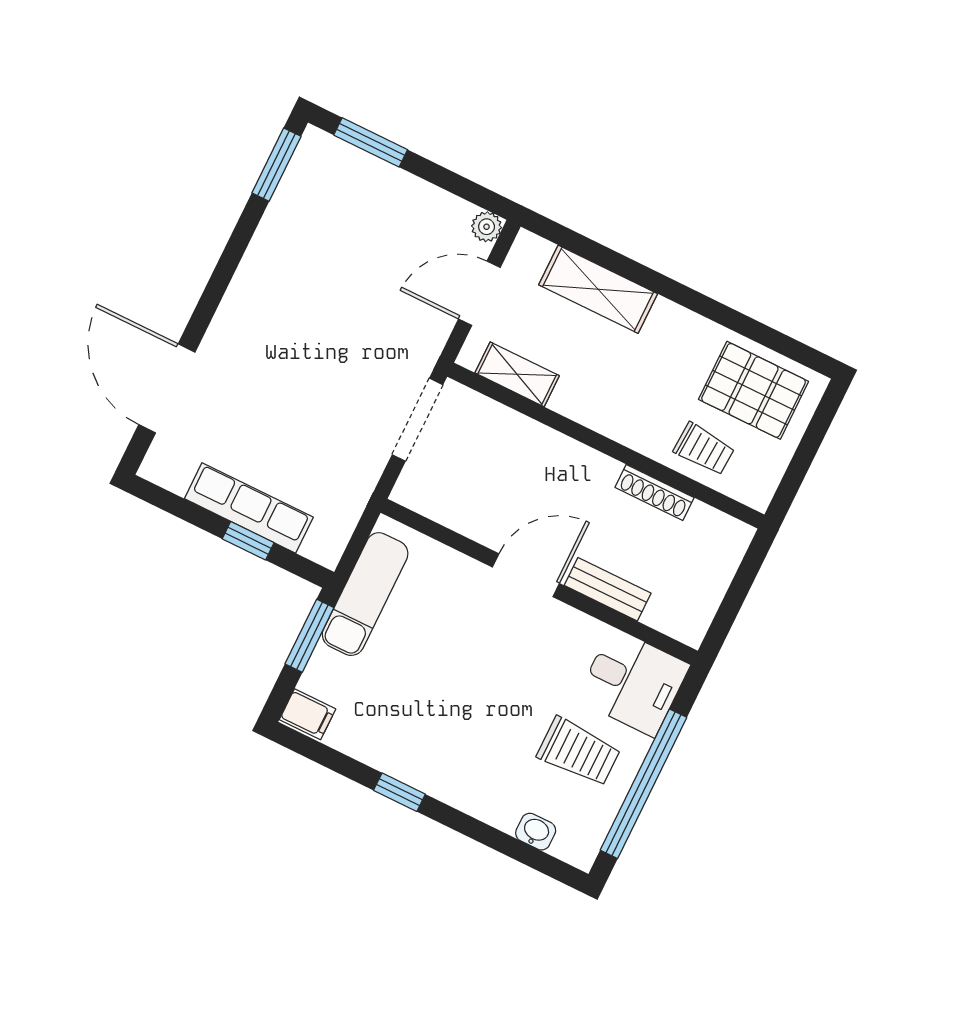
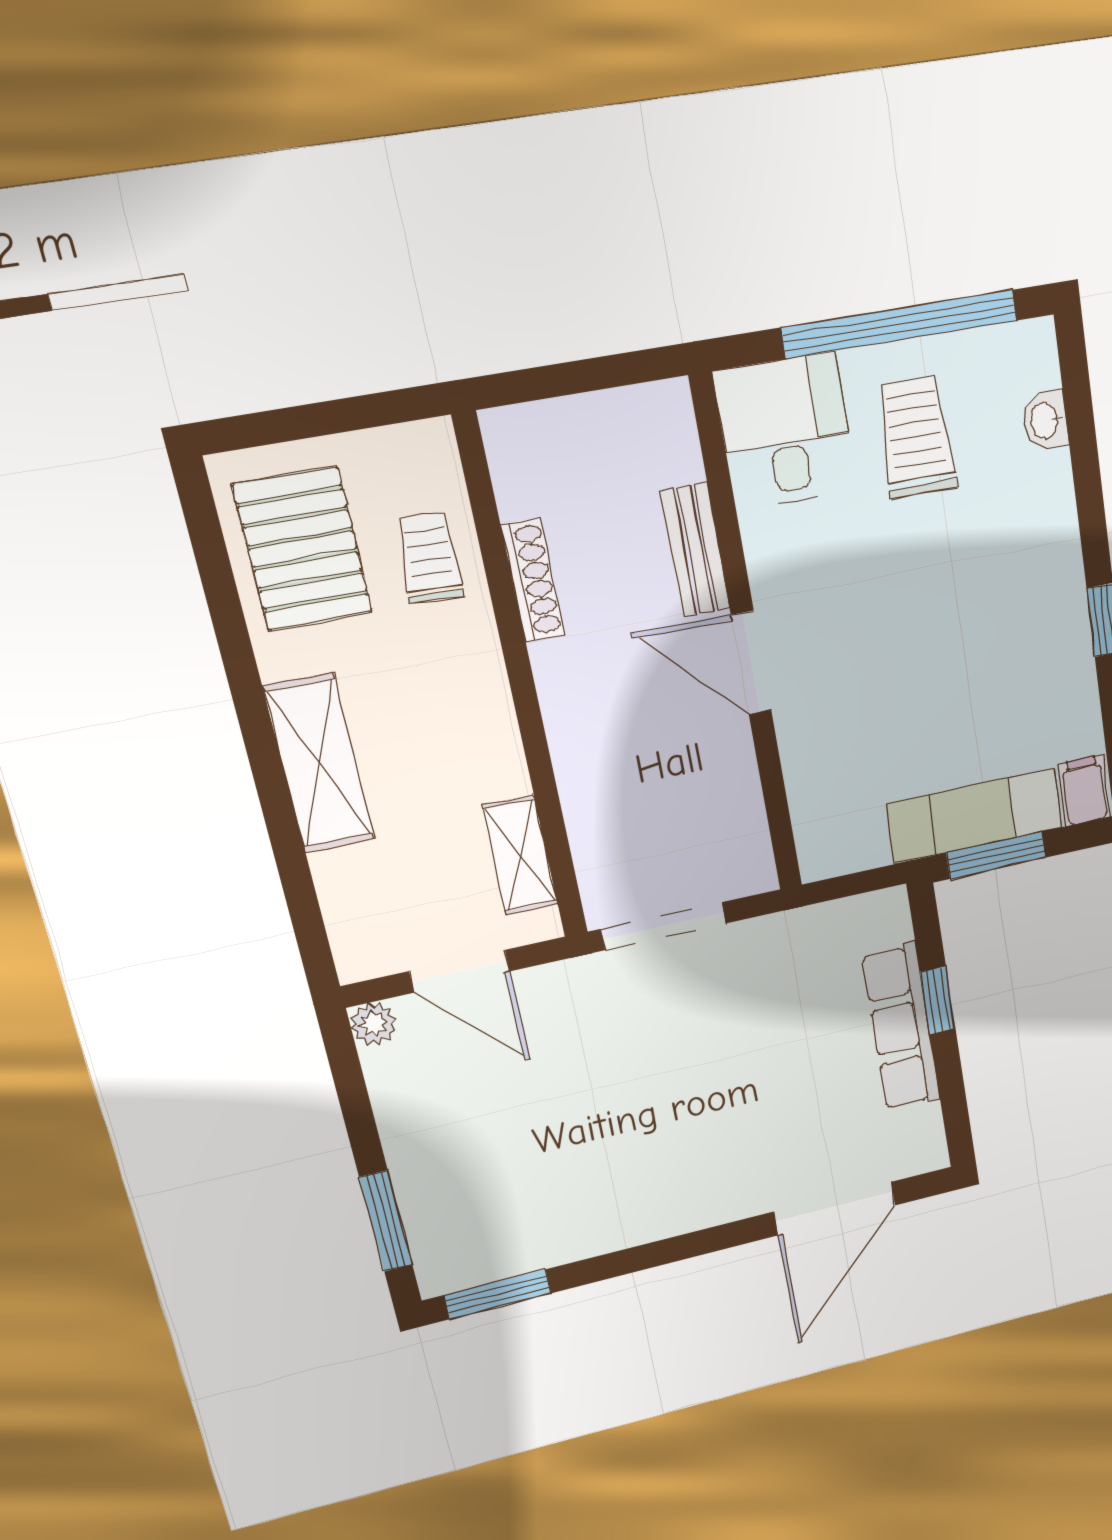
shelving: (598, 289) -> (319, 764), moved
exam couch: (365, 594) -> (975, 816), moved

